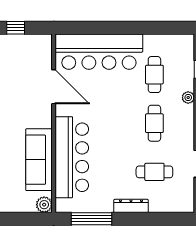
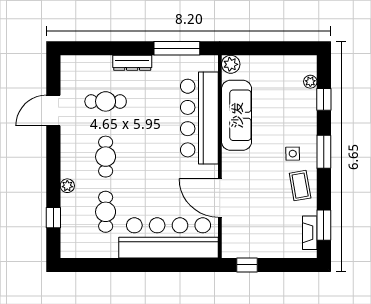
window: (16, 28) -> (247, 265), moved

